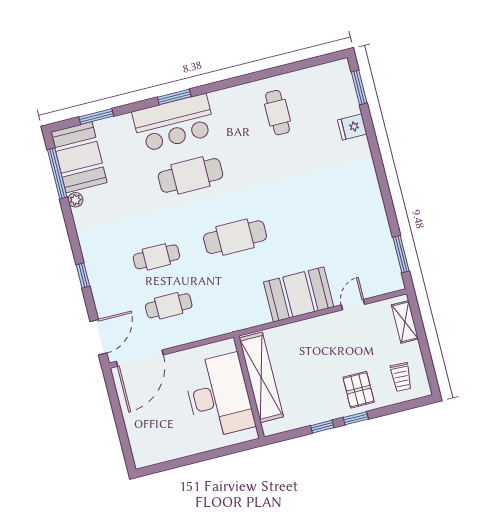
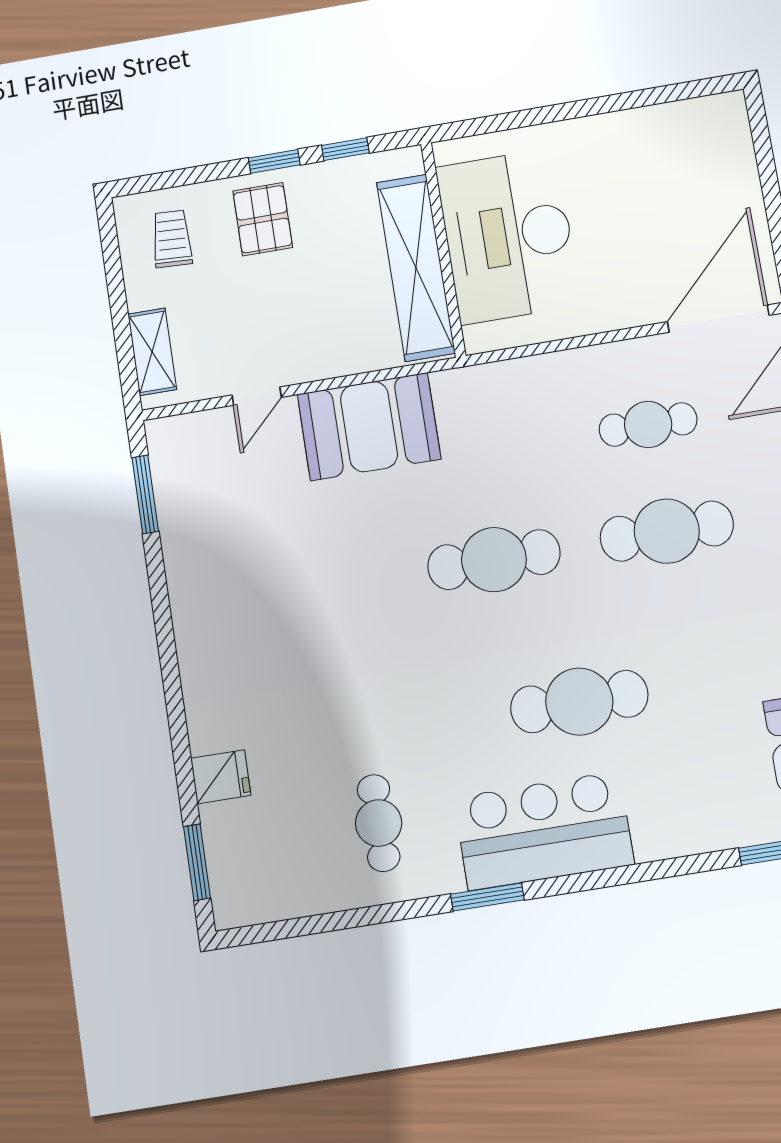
window: (174, 97) -> (487, 897), moved
bar counter: (174, 123) -> (544, 831), moved
cafe table: (156, 257) -> (667, 531), width x1.37, depth x1.35
shelving: (261, 377) -> (416, 268), moved
wall: (249, 387) -> (443, 249), moved
desk: (219, 396) -> (508, 236), moved

